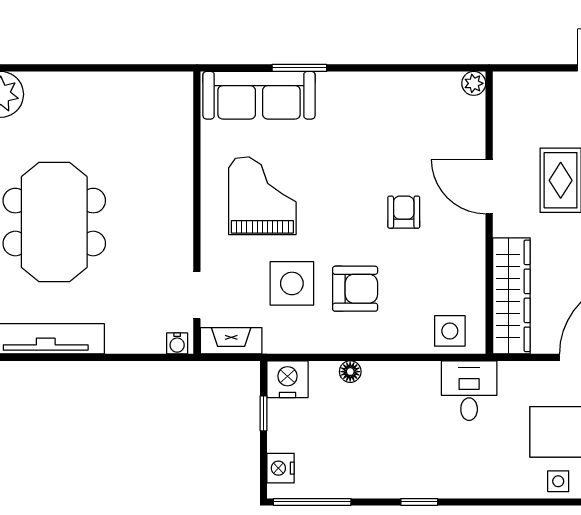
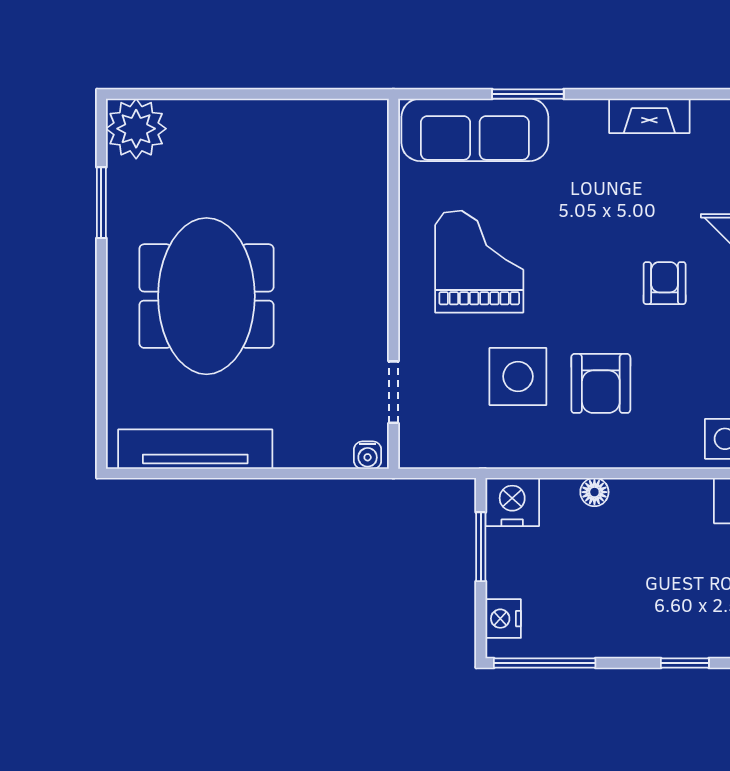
armchair: (355, 289) -> (601, 383), turned 90
fireplace: (231, 341) -> (649, 116), moved, turned 180
window: (263, 413) -> (481, 547), width x1.50

